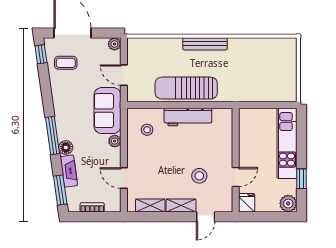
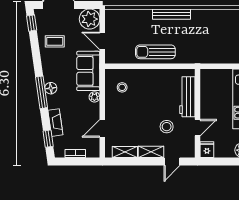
plant: (114, 44) -> (90, 19), width x1.87, depth x1.87
coffee table: (66, 63) -> (55, 41), moved
sun lounger: (186, 88) -> (155, 52), width x0.73, depth x0.75
workbench: (188, 117) -> (187, 97), moved, turned 90
floor lamp: (66, 148) -> (51, 88), moved
door: (124, 178) -> (102, 128), hinge flipped
window: (60, 190) -> (48, 139), width x0.67

